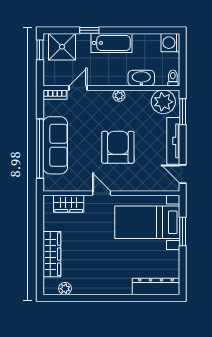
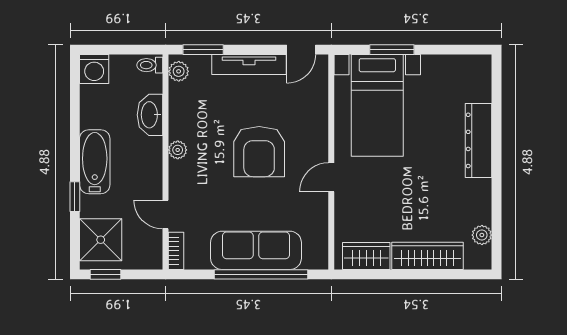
plant: (163, 102) -> (179, 71), width x0.53, depth x0.53
armchair: (118, 147) -> (259, 152), turned -90
wardrobe: (69, 204) -> (366, 256), moved, turned -90
dresser: (156, 287) -> (478, 140), moved

